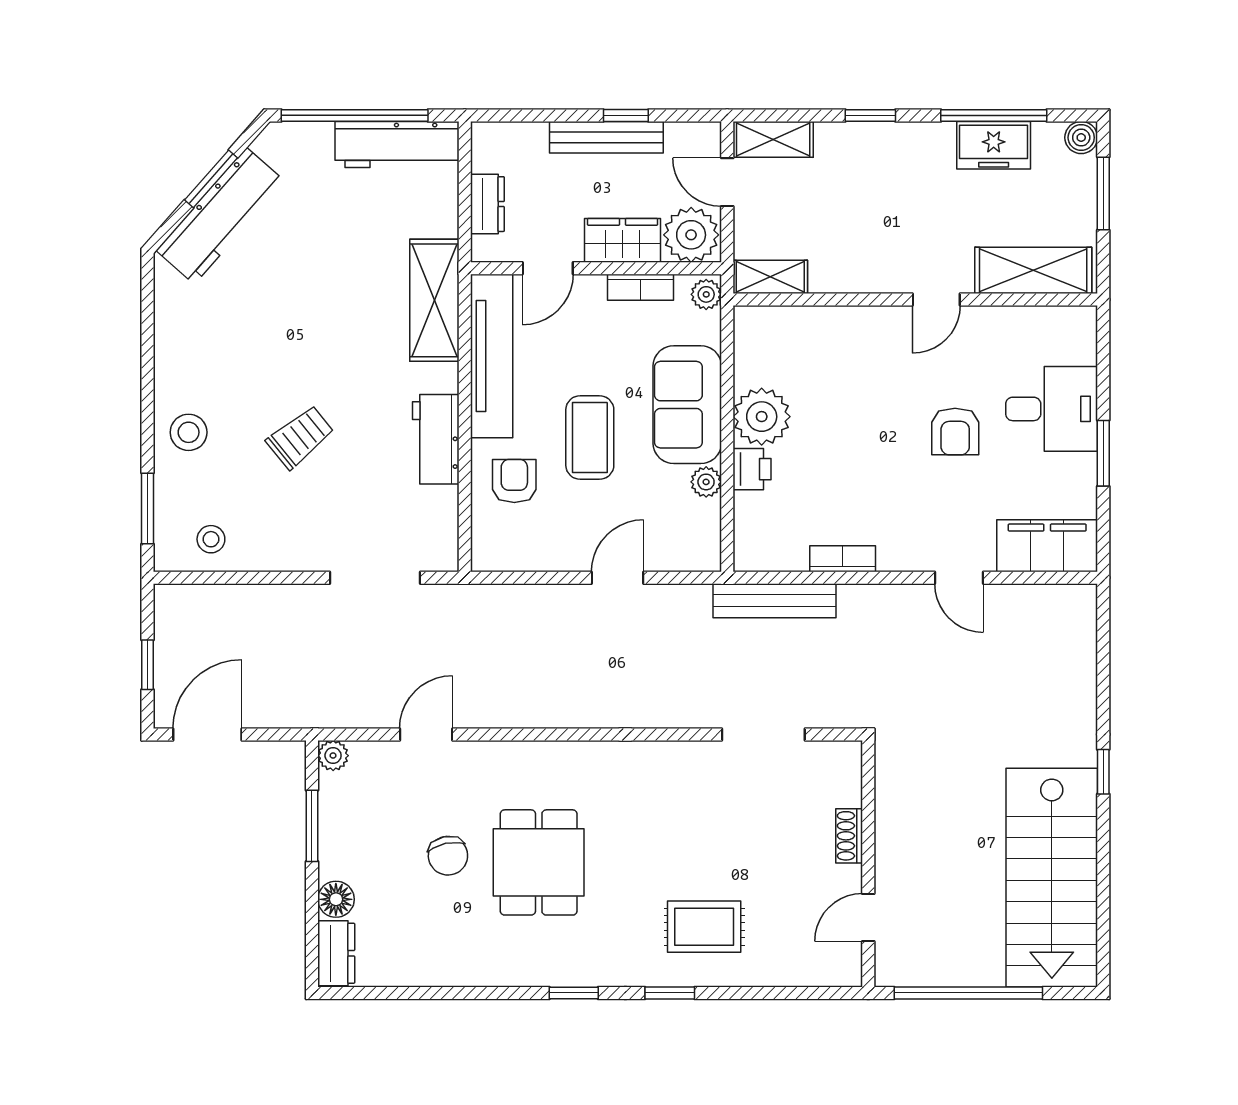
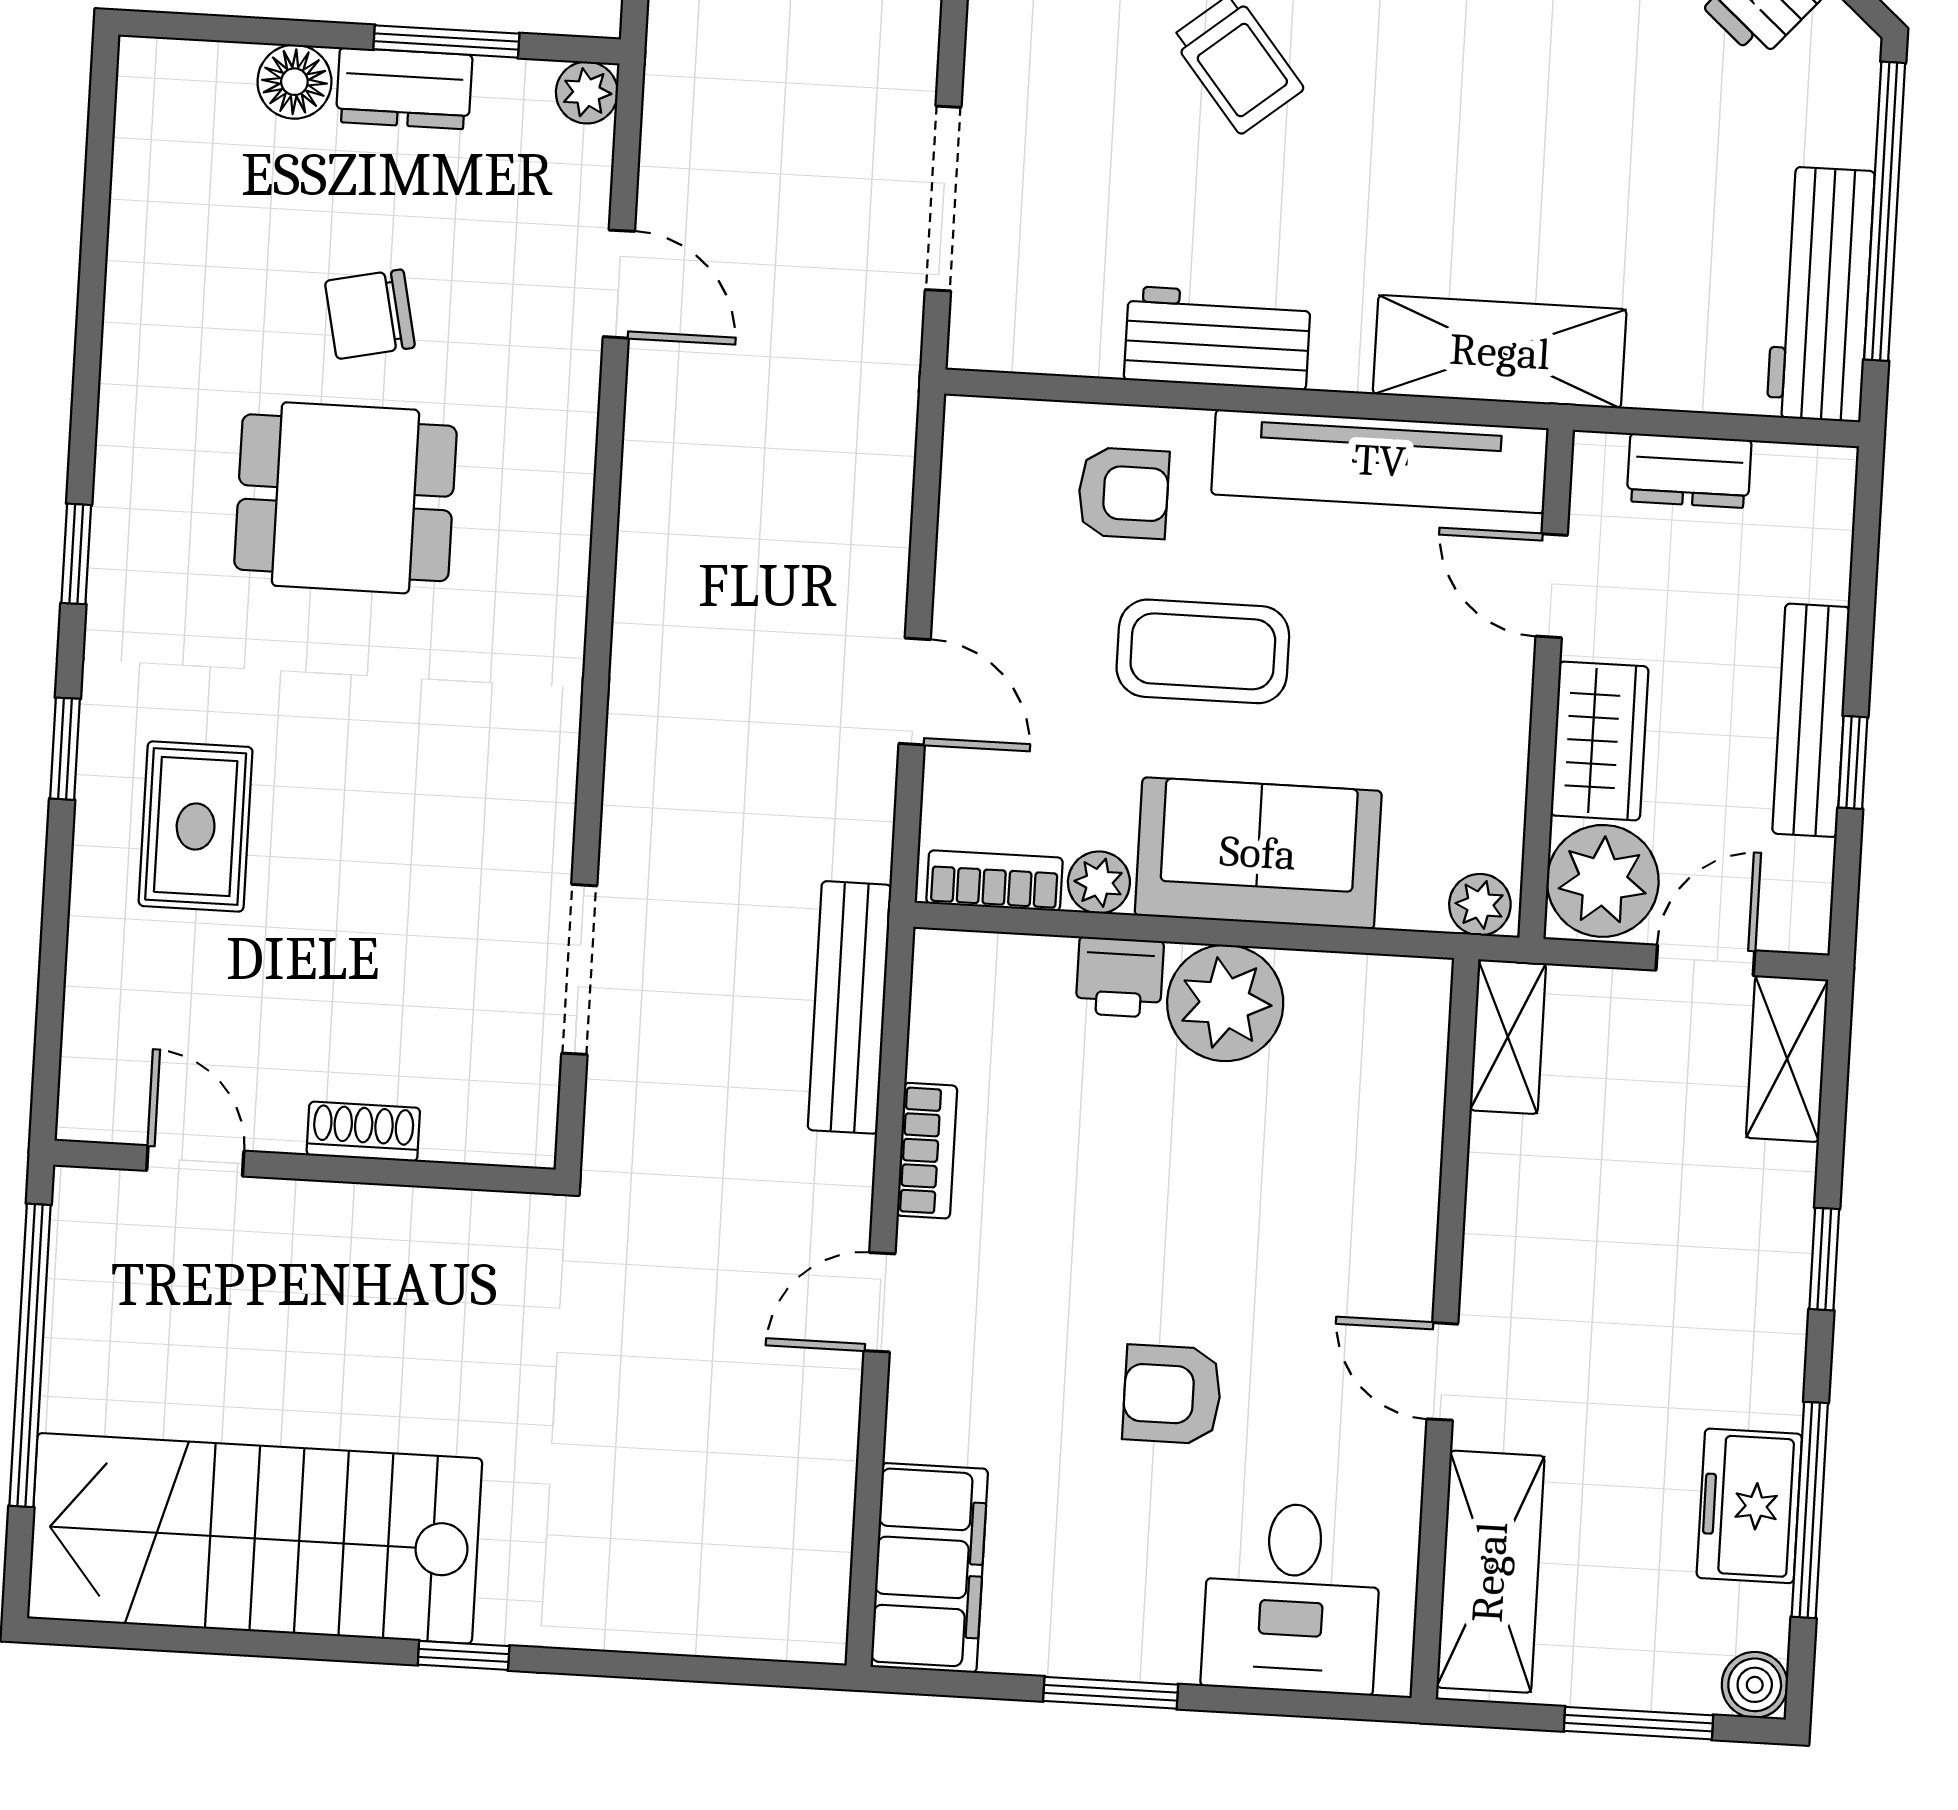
bookcase: (641, 287) -> (994, 881), moved, turned 90
desk: (1052, 409) -> (1292, 1598), moved
door: (959, 578) -> (880, 1302), moved
dresser: (336, 953) -> (404, 88), moved

